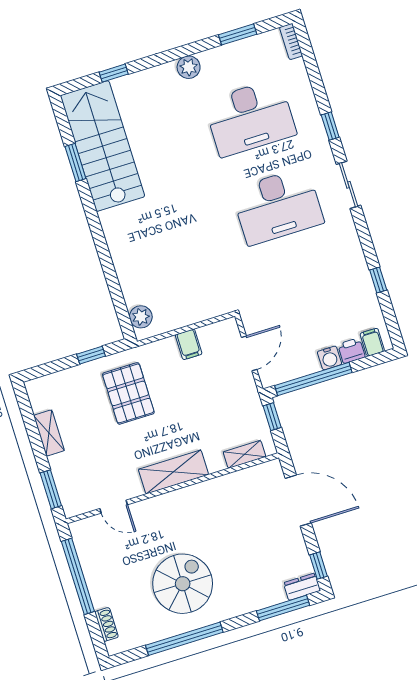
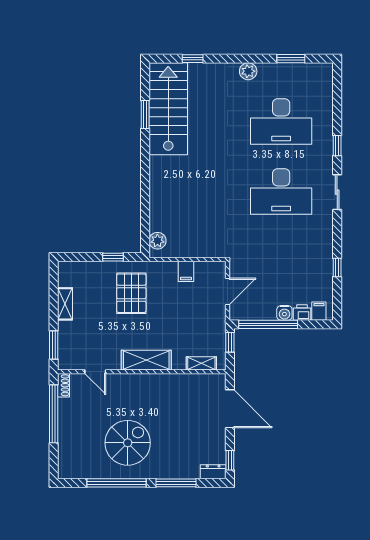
bookcase: (291, 41) -> (328, 76), removed
window: (283, 608) -> (176, 483), moved
shoe rack: (106, 624) -> (64, 385), moved

